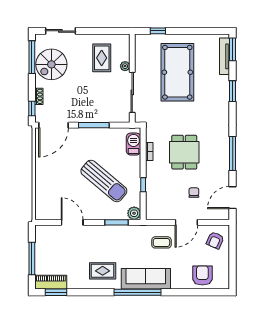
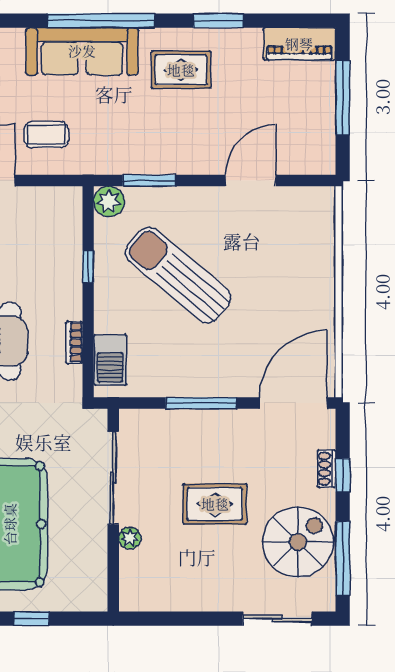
window: (158, 31) -> (32, 619), moved
rug: (102, 58) -> (215, 504), moved, turned 90
window: (32, 109) -> (343, 475), moved
door: (72, 222) -> (251, 181), swing flipped
window: (56, 292) -> (218, 21), moved

